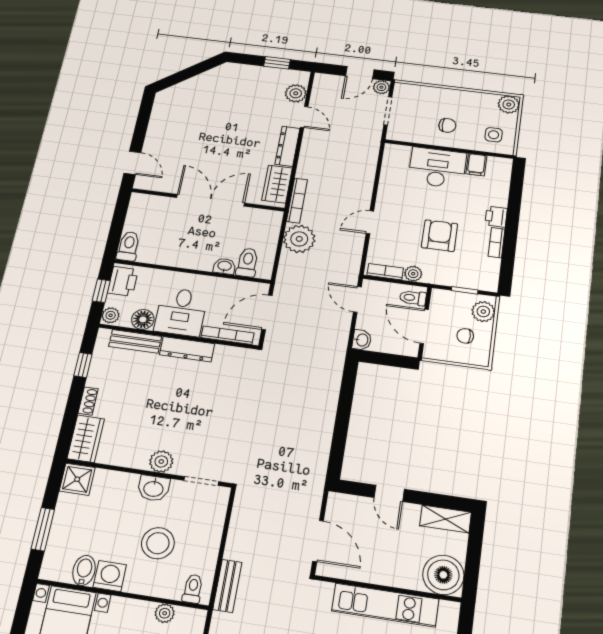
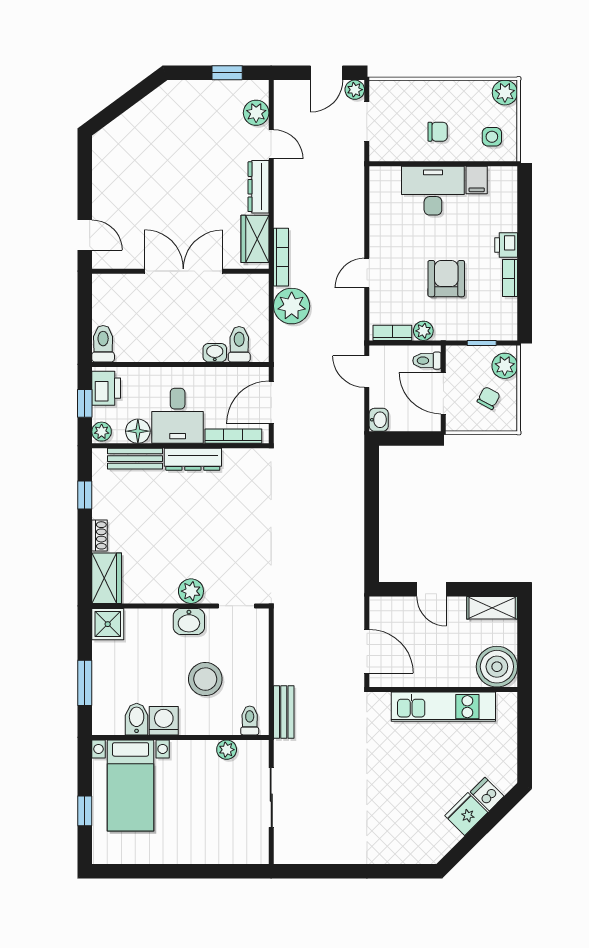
chair: (465, 336) -> (489, 398), turned 118

